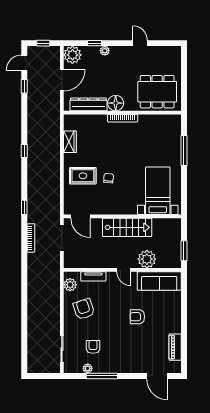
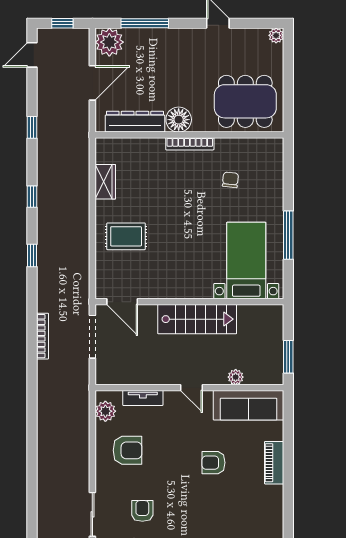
window: (94, 43) -> (145, 23), width x2.17
plant: (105, 51) -> (276, 35), moved
window: (24, 86) -> (32, 127), moved
window: (184, 151) -> (288, 235), moved
chair: (109, 178) -> (230, 180), moved
window: (24, 207) -> (32, 256), moved
plant: (147, 259) -> (236, 377), width x0.53, depth x0.53
armchair: (84, 309) -> (127, 450), turned 108
piano: (175, 347) -> (274, 463), moved

